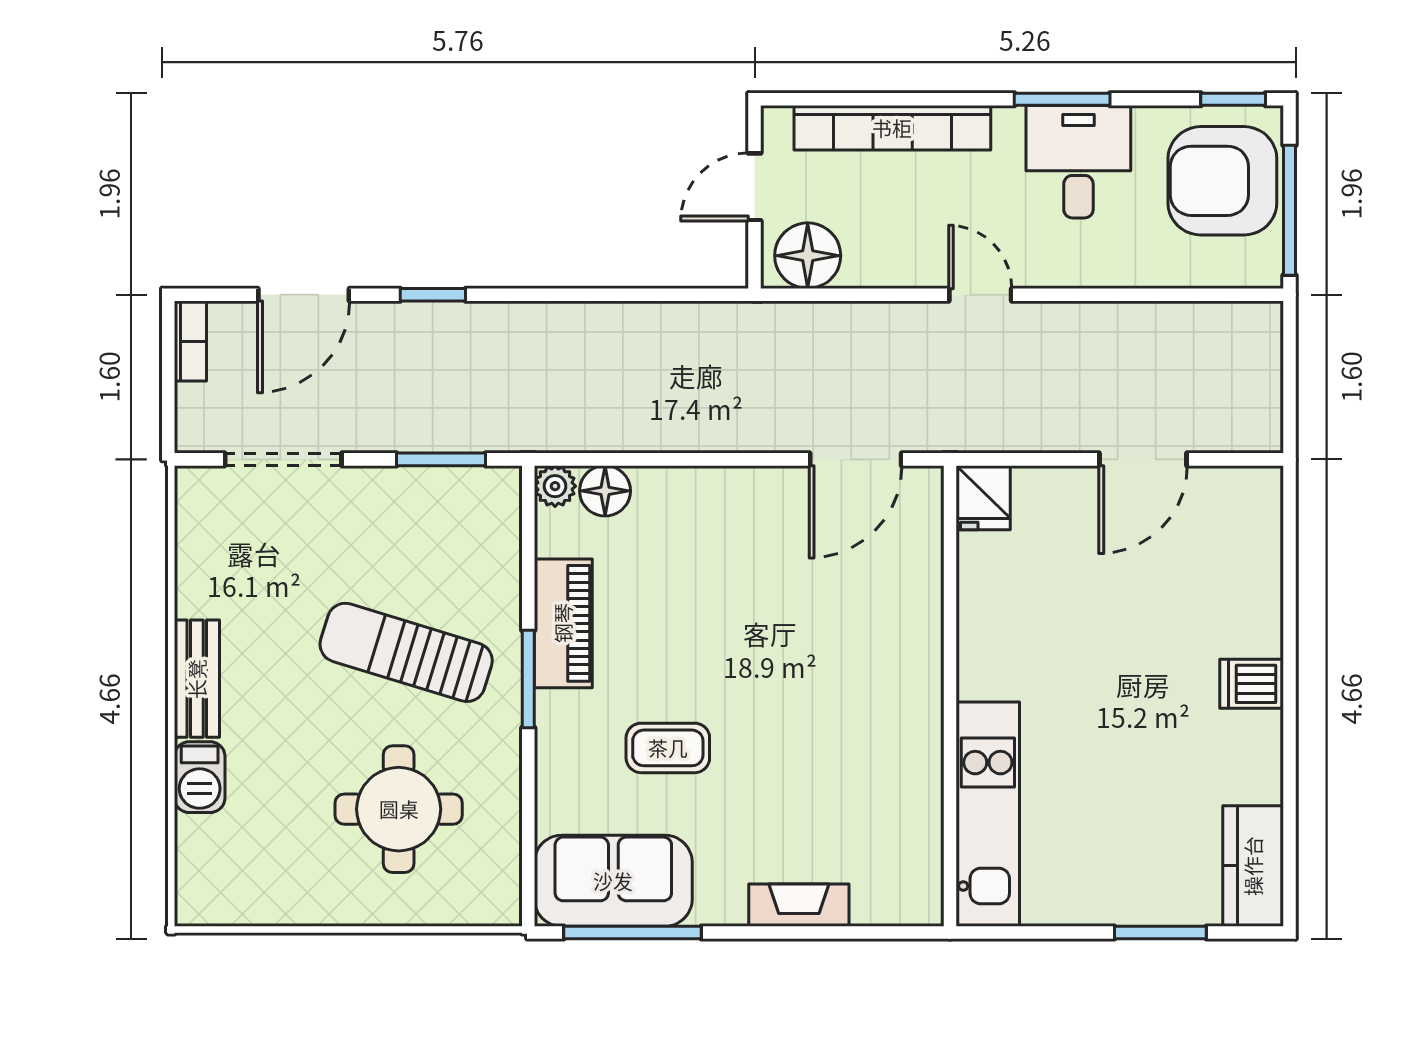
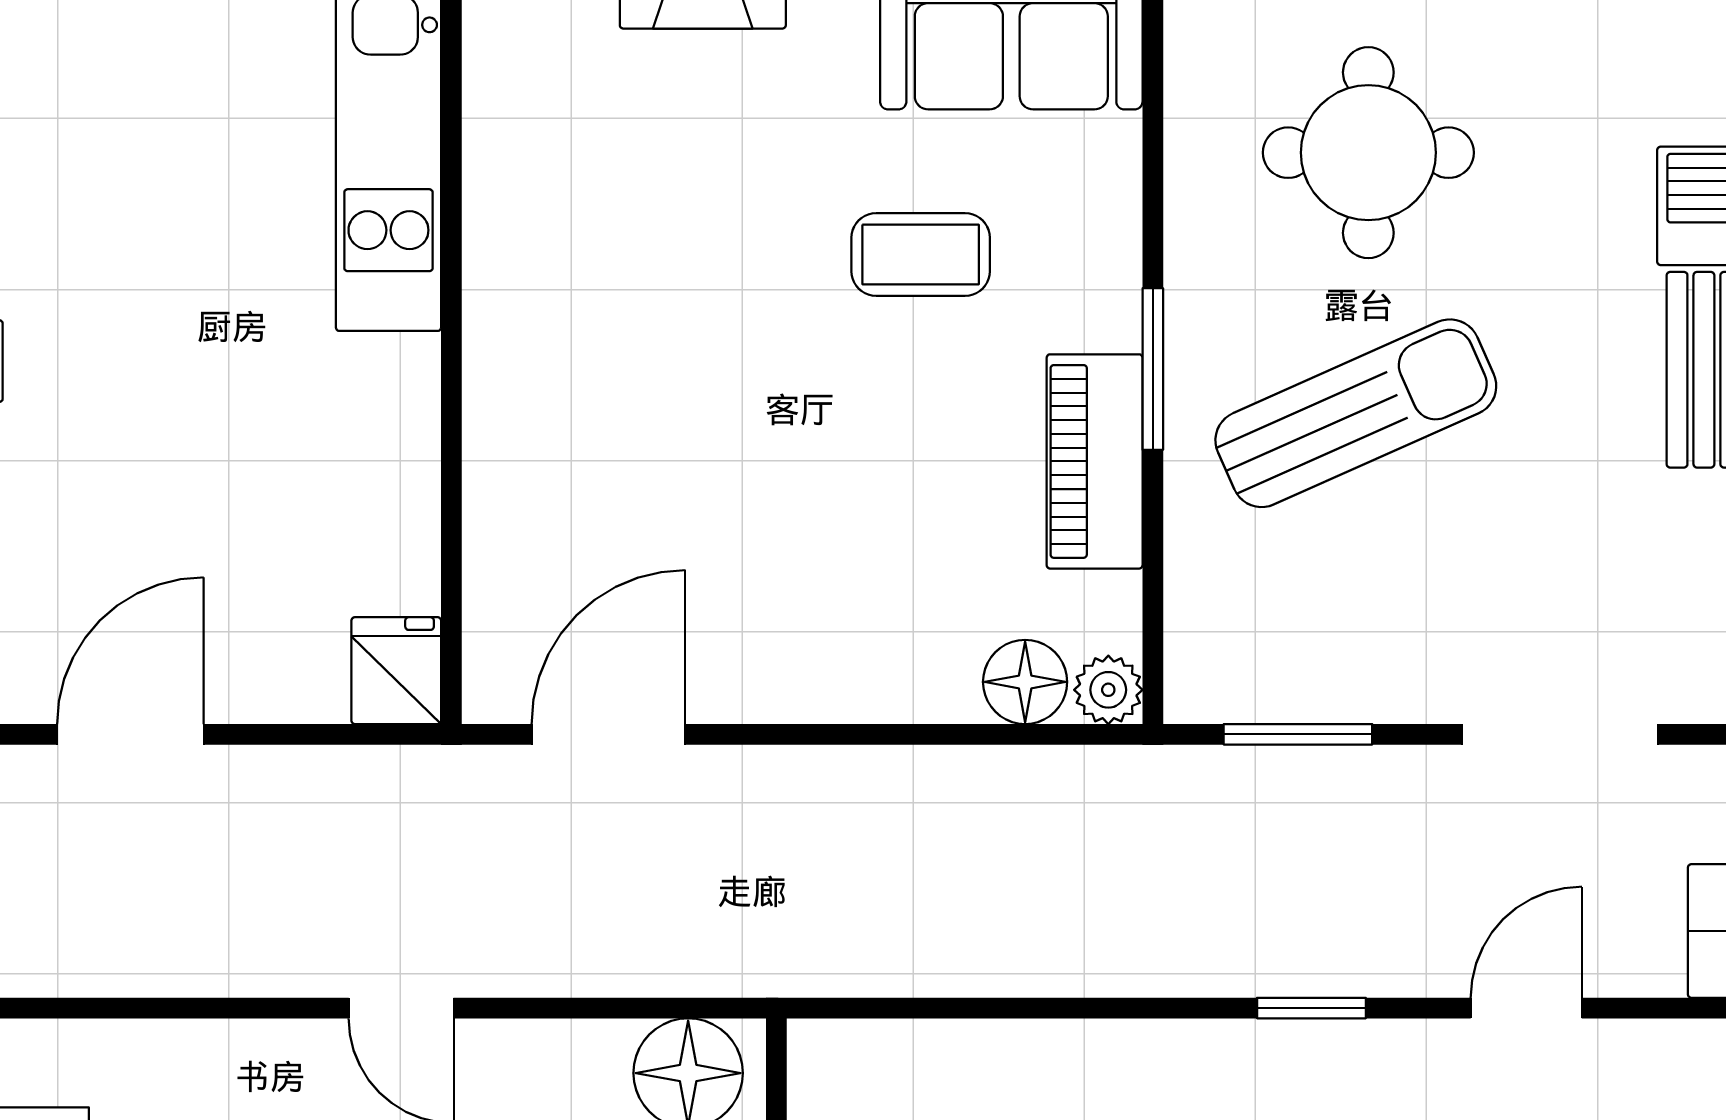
door: (304, 295) -> (1526, 1008), width x0.73
sun lounger: (406, 652) -> (1356, 413), turned -41

